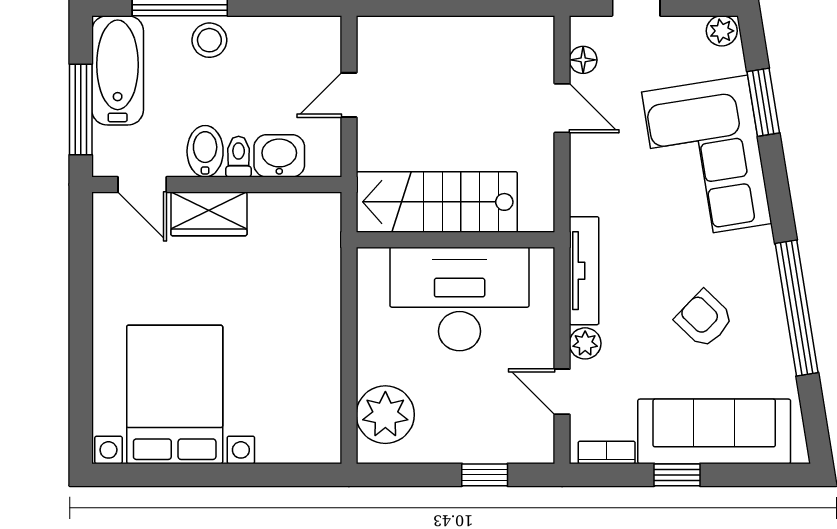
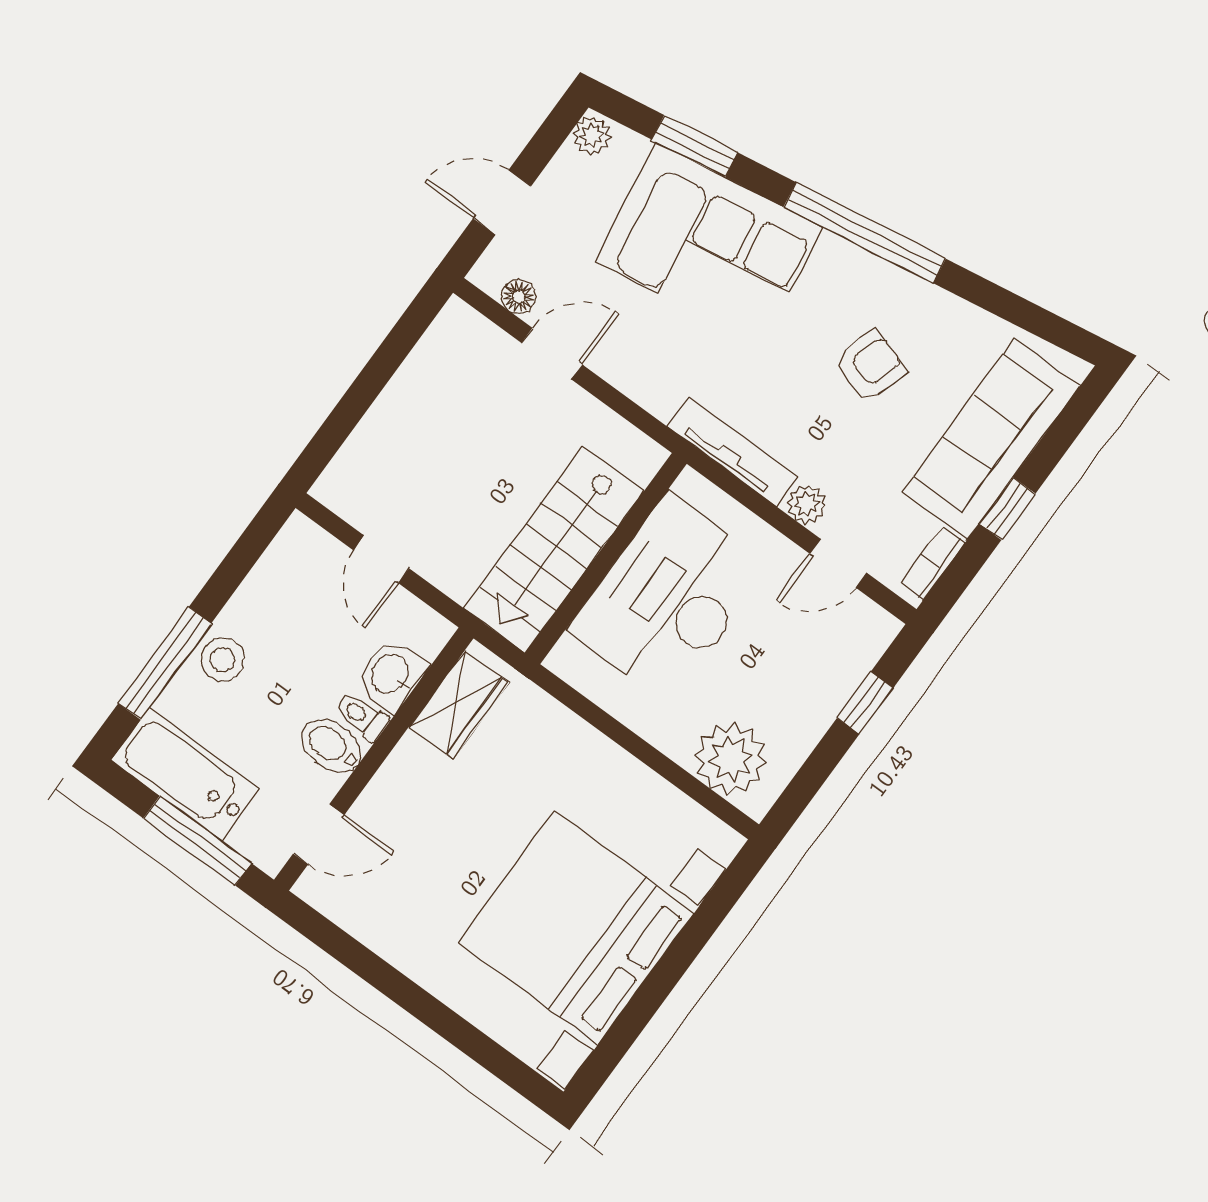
wardrobe: (209, 214) -> (459, 705), moved
window: (797, 308) -> (865, 233), moved
armchair: (704, 319) -> (870, 366), turned 153
bed with nightstands: (175, 394) -> (576, 928), width x1.36

